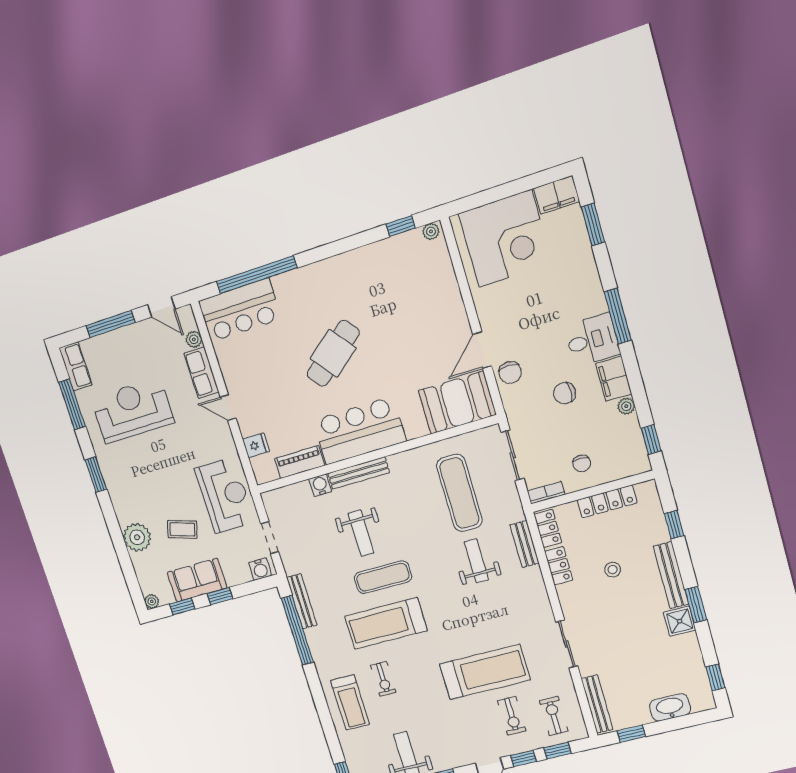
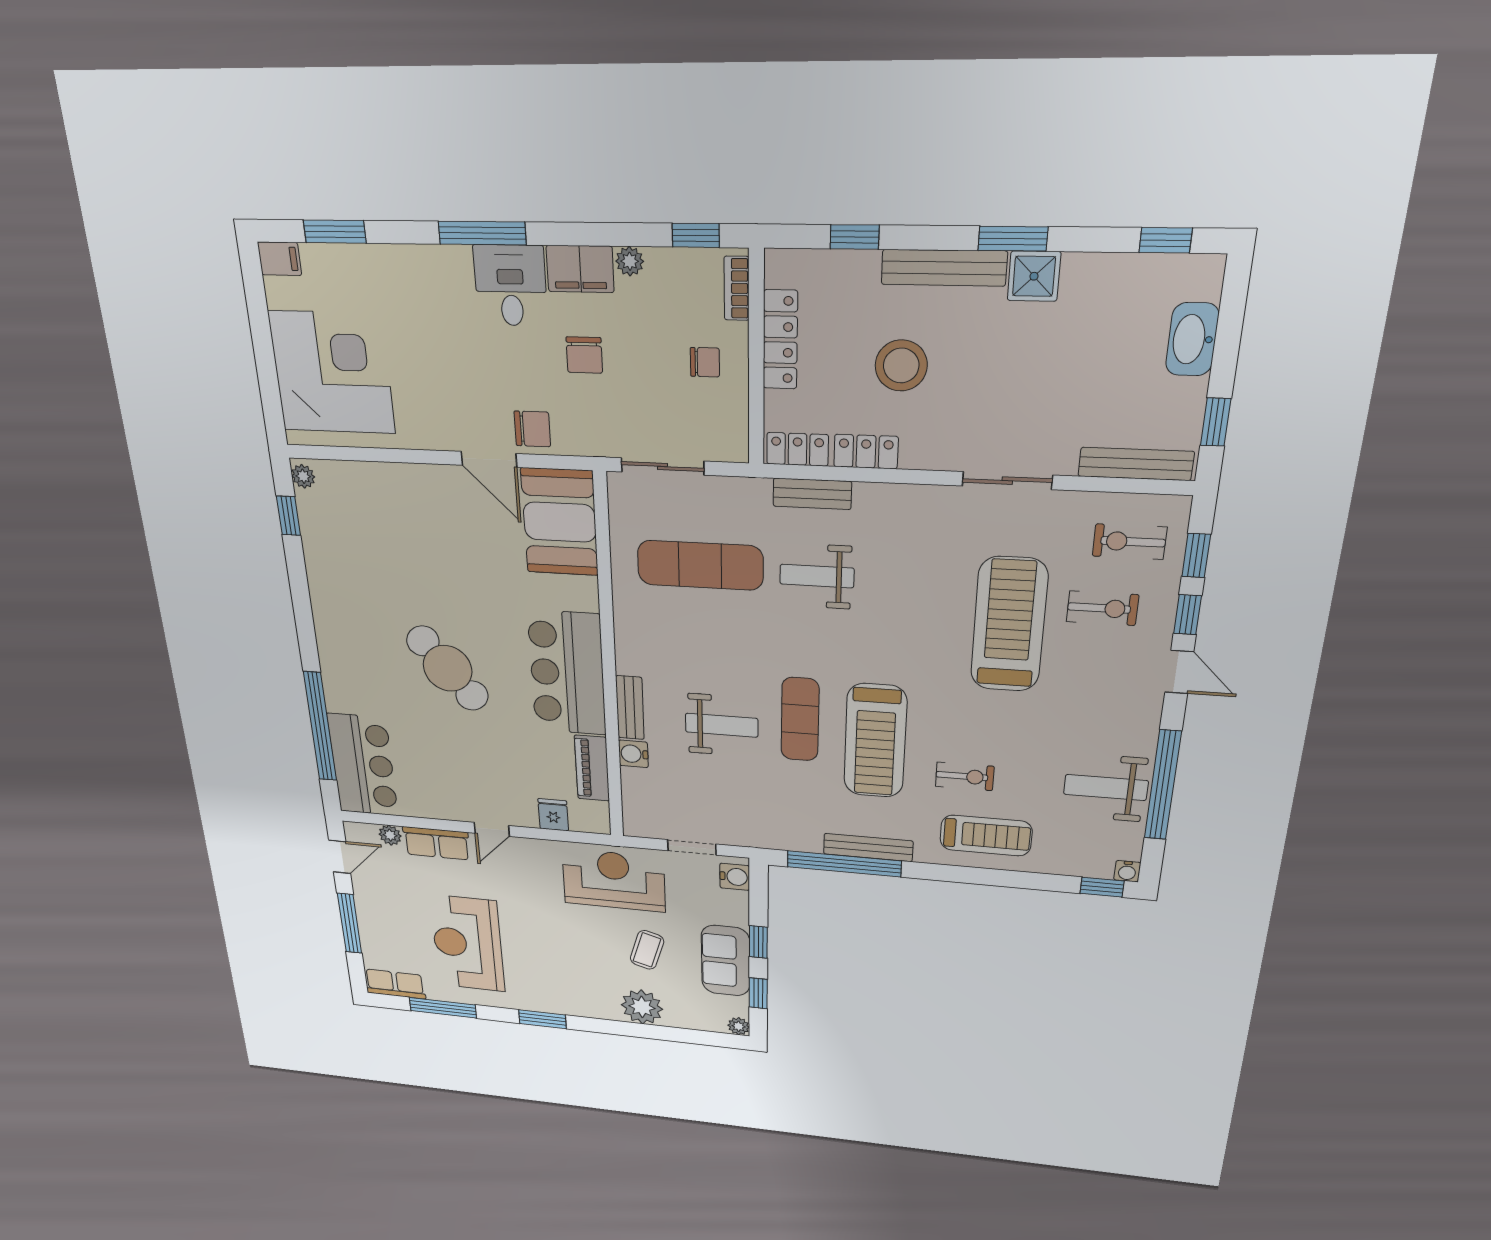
filing cabinet: (557, 195) -> (280, 259), width x0.50
bench: (359, 473) -> (630, 708), width x0.73
bookcase: (546, 493) -> (737, 288), moved
stool: (613, 570) -> (901, 366), width x1.89, depth x1.89
bench: (302, 601) -> (868, 847), moved

